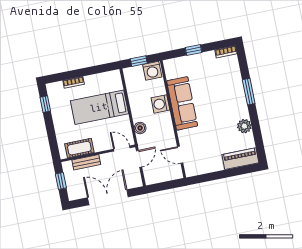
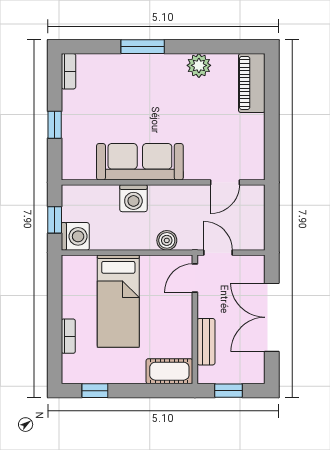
washing machine: (152, 71) -> (75, 236), moved
cot: (79, 148) -> (169, 371), moved, turned 90

